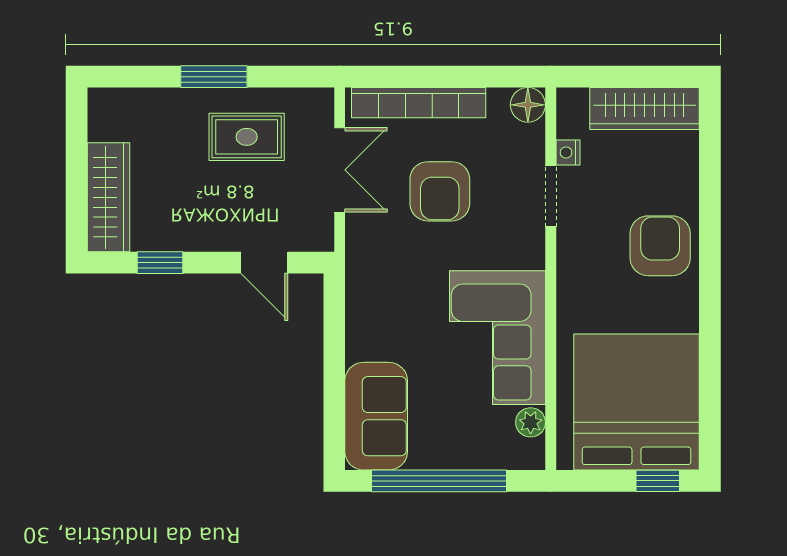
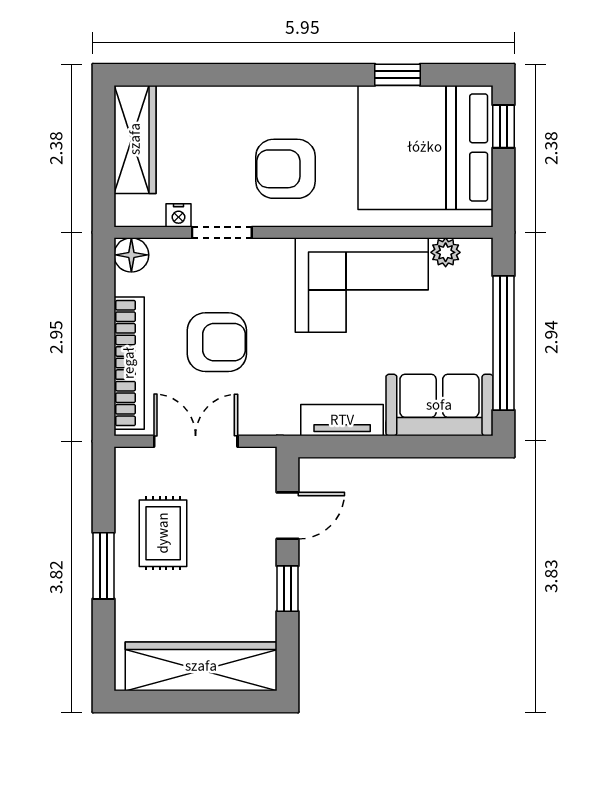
wardrobe: (109, 197) -> (201, 666), width x1.40, depth x1.17
armchair: (660, 246) -> (285, 169), moved
window: (160, 263) -> (288, 589), moved
tv unit: (361, 318) -> (342, 420), added
window: (710, 374) -> (398, 75), added

